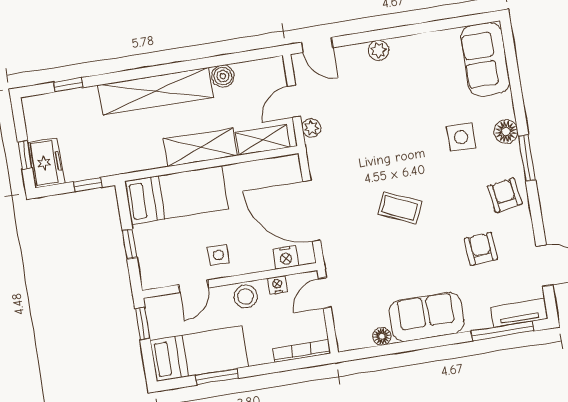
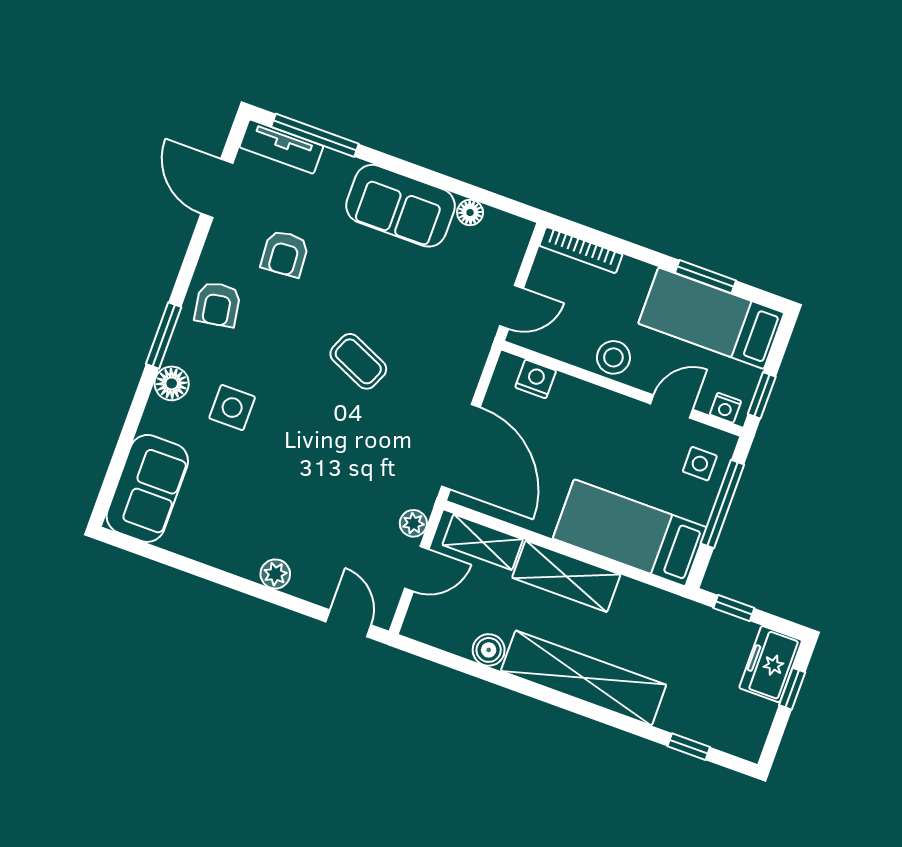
door: (312, 211) -> (461, 447), moved
window: (130, 244) -> (722, 504), width x2.17
side table: (218, 255) -> (700, 464), moved
nightstand: (277, 285) -> (725, 408), moved

